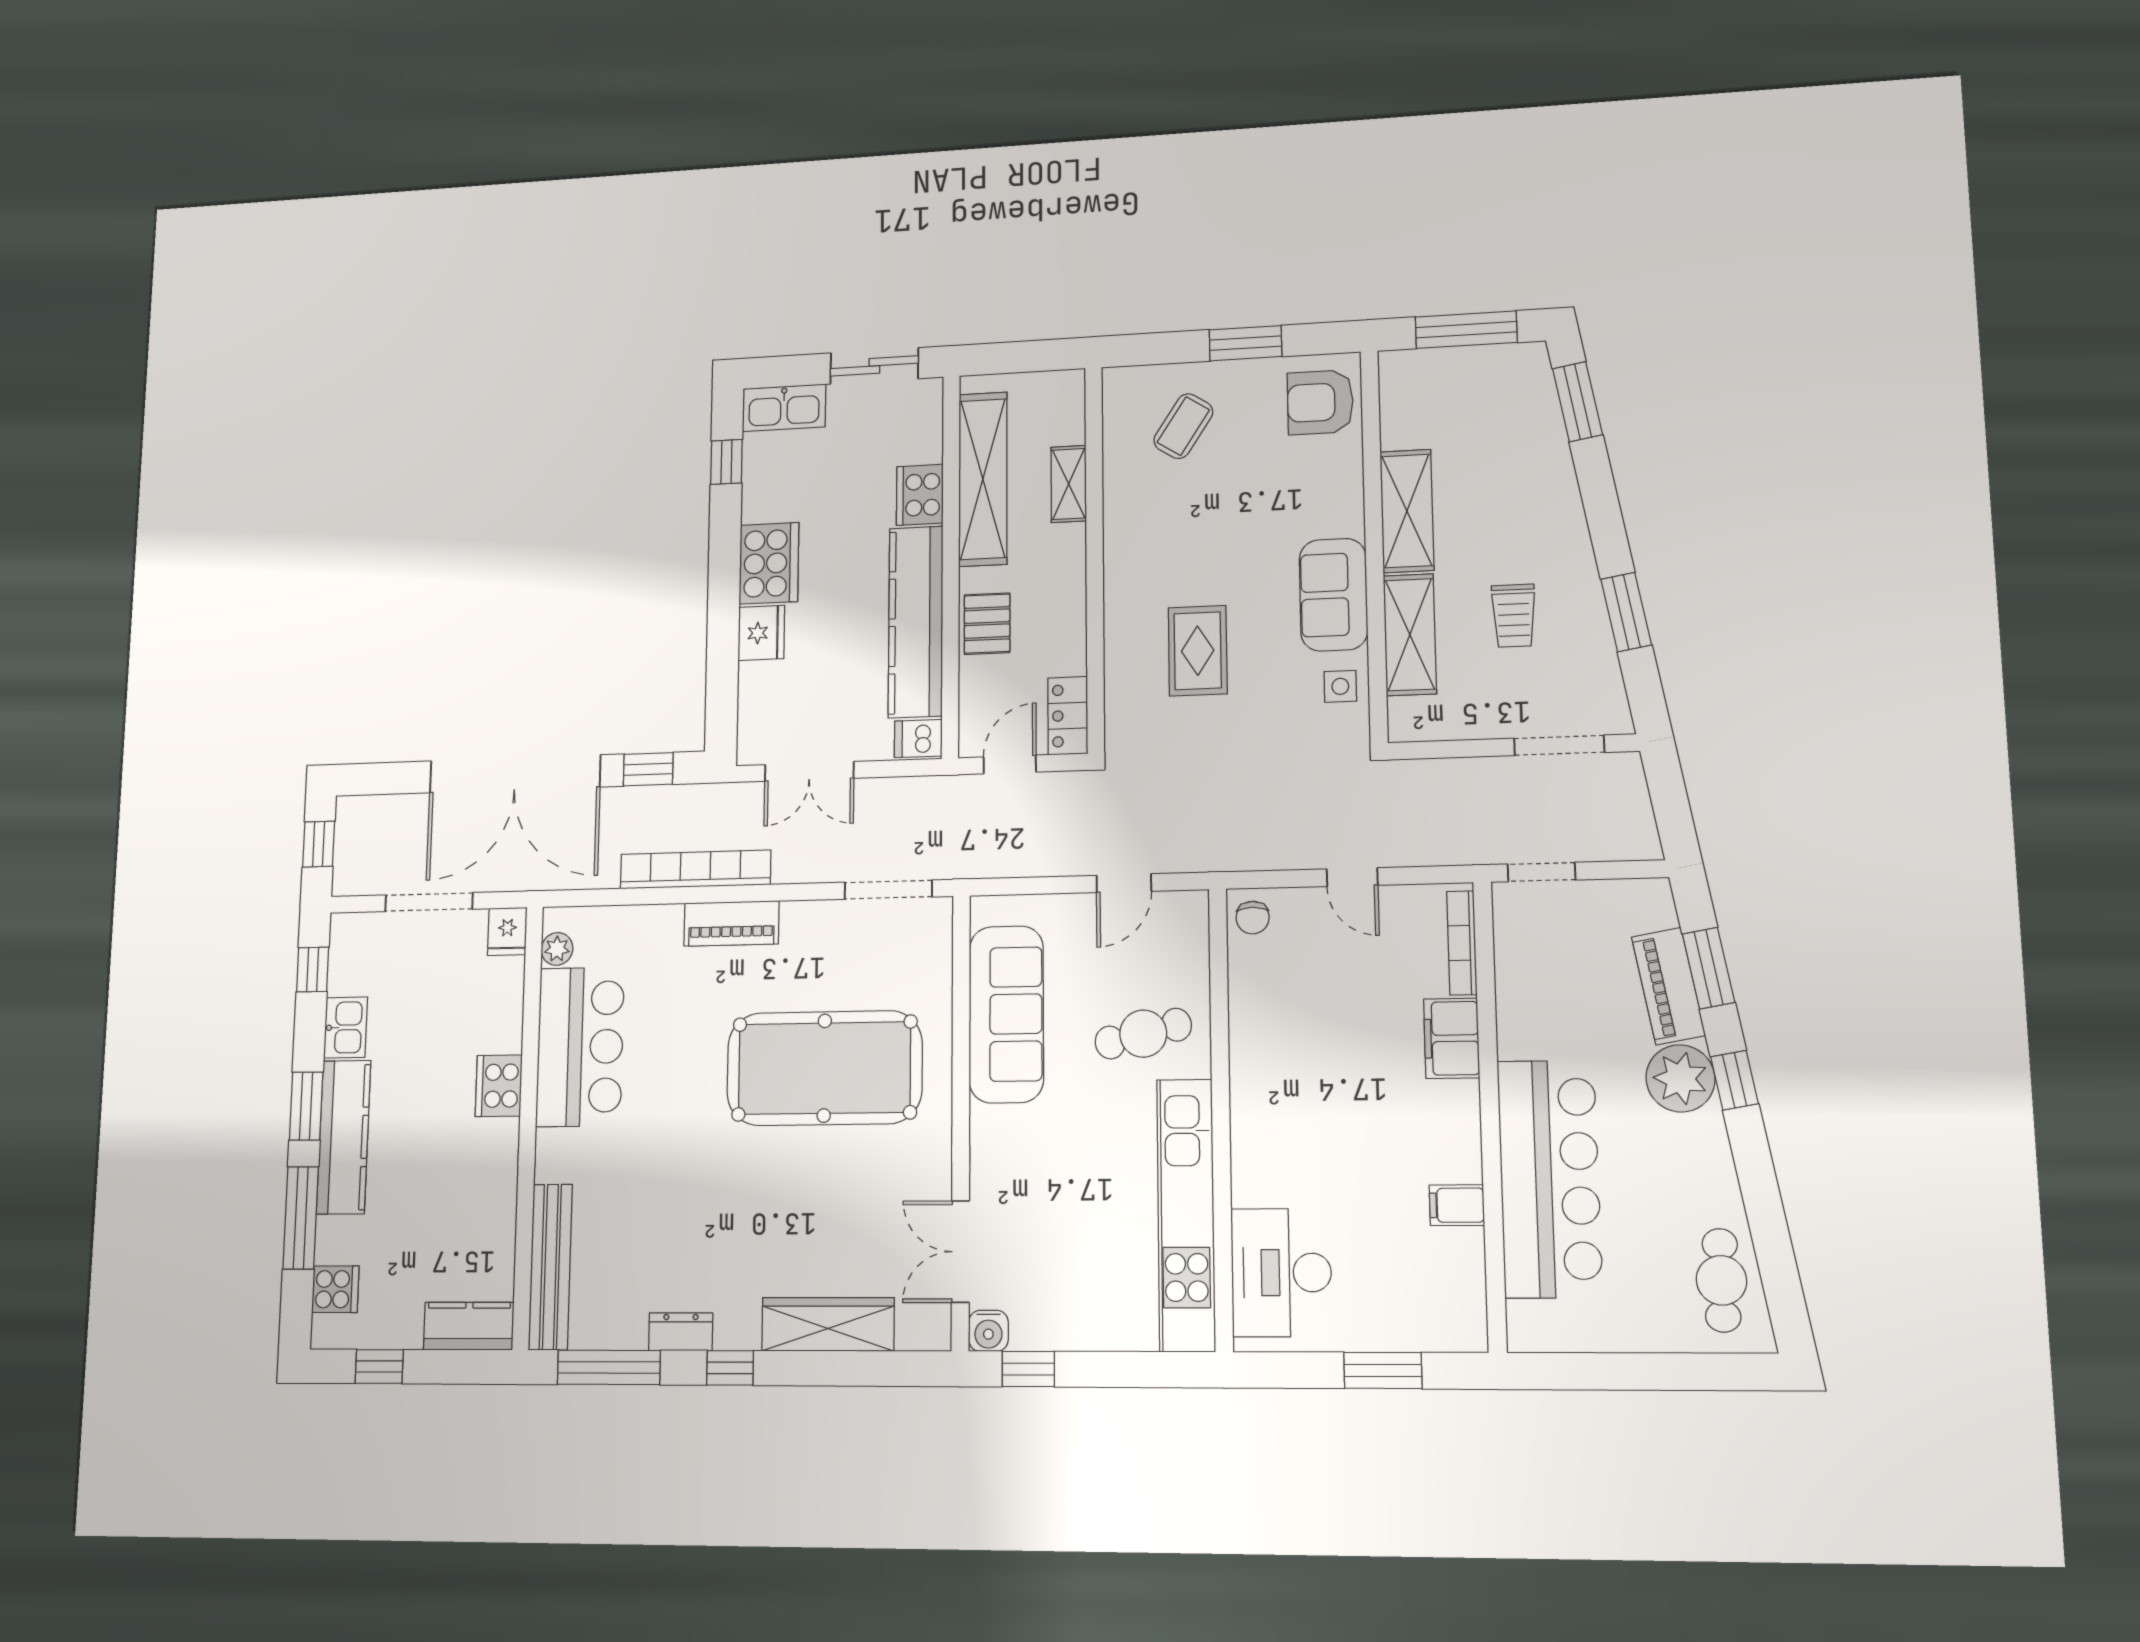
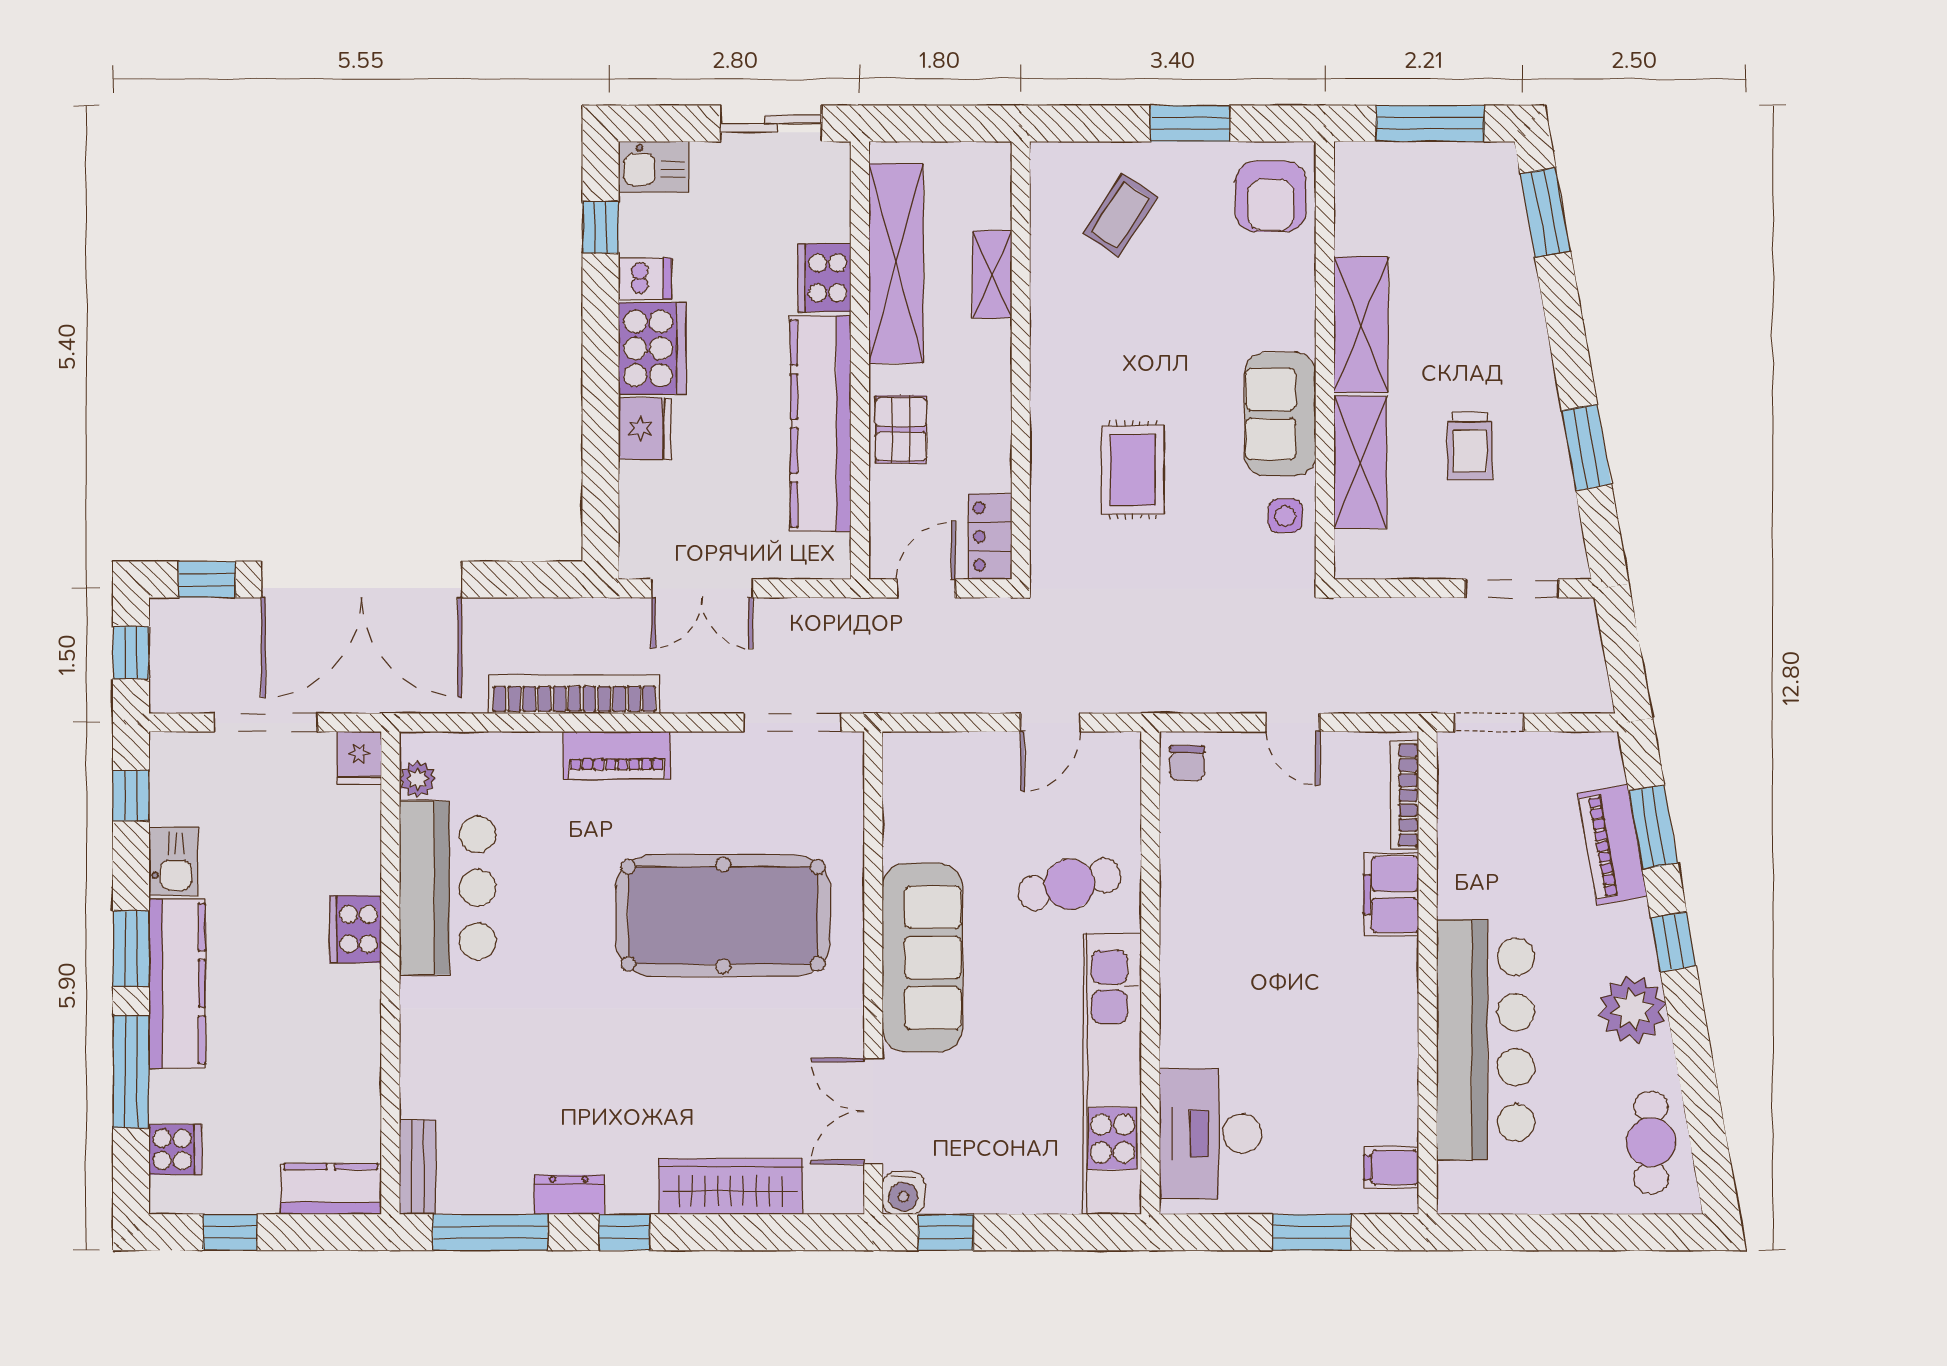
armchair: (1320, 402) -> (1271, 196), turned -90
kitchen sink: (784, 408) -> (654, 167), width x0.73
dishwasher: (918, 738) -> (645, 278), moved, turned 180
window: (648, 769) -> (207, 579), moved
sofa: (1006, 1014) -> (922, 957), moved
plant: (1680, 1078) -> (1632, 1009), moved
filing cabinet: (1457, 1205) -> (1391, 1167), moved
bench: (550, 1267) -> (417, 1167), width x0.54, depth x0.82

